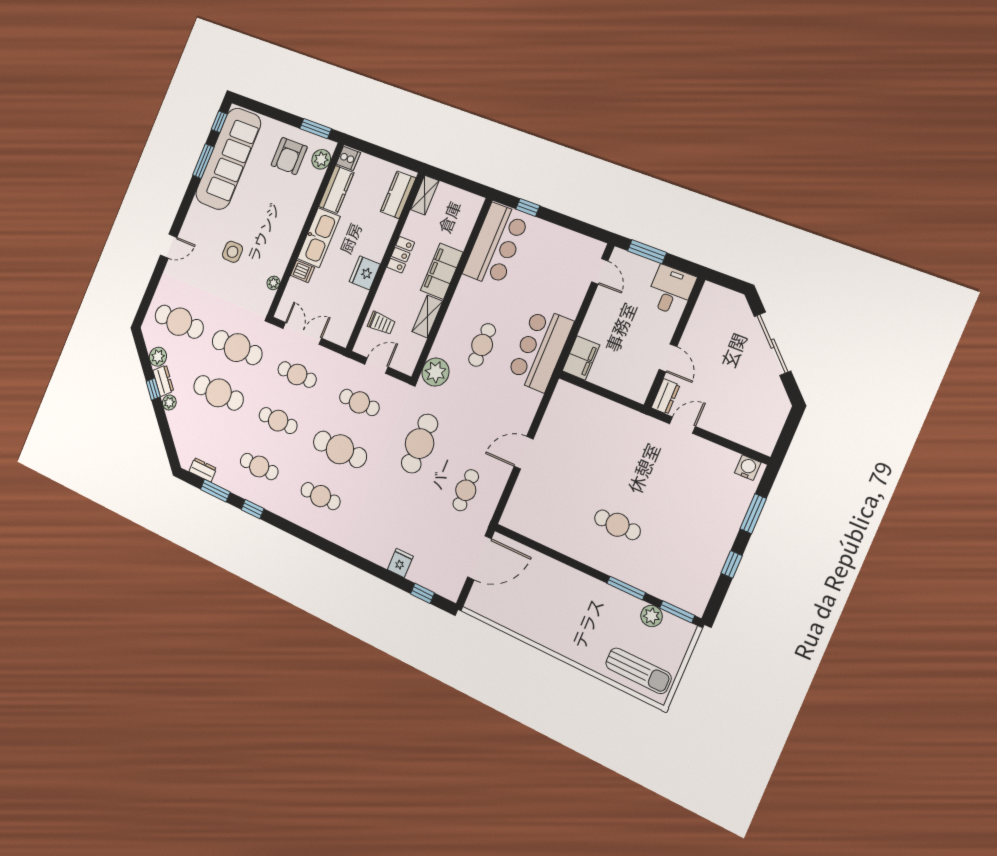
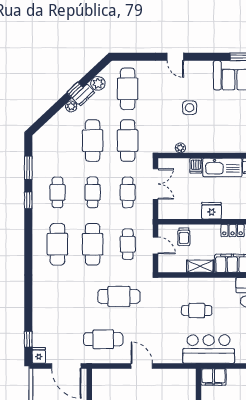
plant: (435, 372) -> (168, 287), removed
dresser: (203, 470) -> (38, 152), removed
cafe table: (466, 490) -> (103, 339), width x1.37, depth x1.35
cafe table: (321, 496) -> (57, 244), width x1.37, depth x1.35
fridge: (400, 563) -> (39, 355), moved, turned -90

